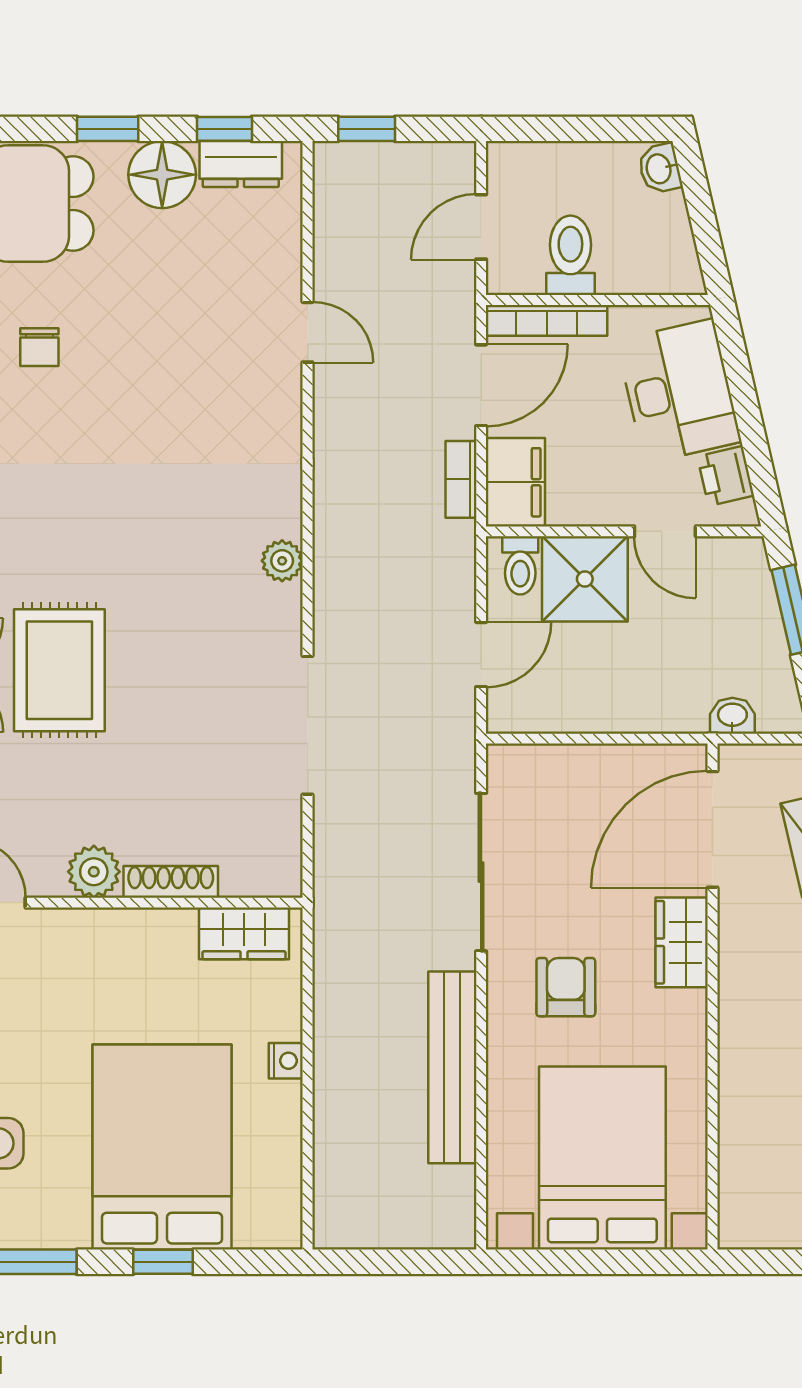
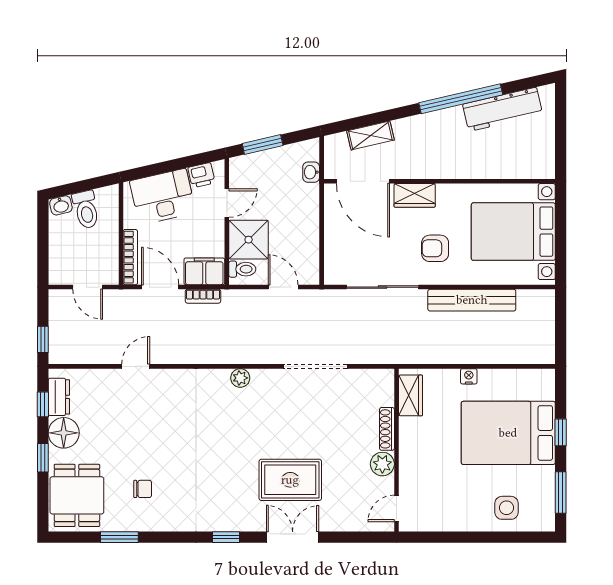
toilet: (570, 255) -> (86, 210), moved, turned -103

